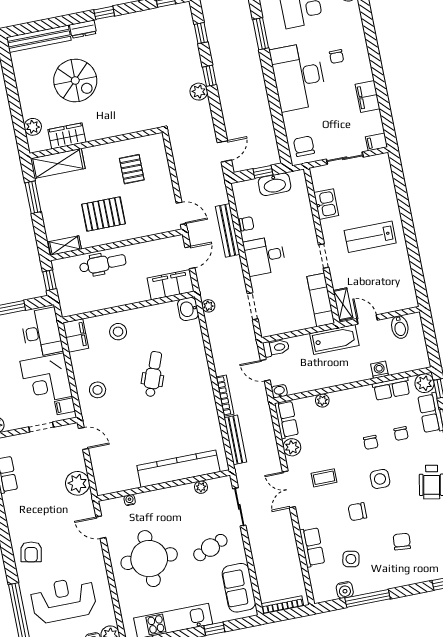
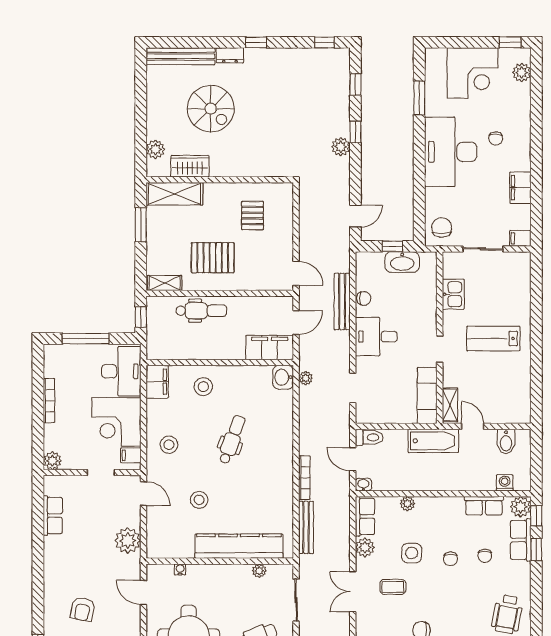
washing machine: (379, 370) -> (505, 483), moved
stool: (134, 434) -> (199, 500), added
side table: (380, 479) -> (412, 553), moved
armchair: (31, 552) -> (83, 609), moved

